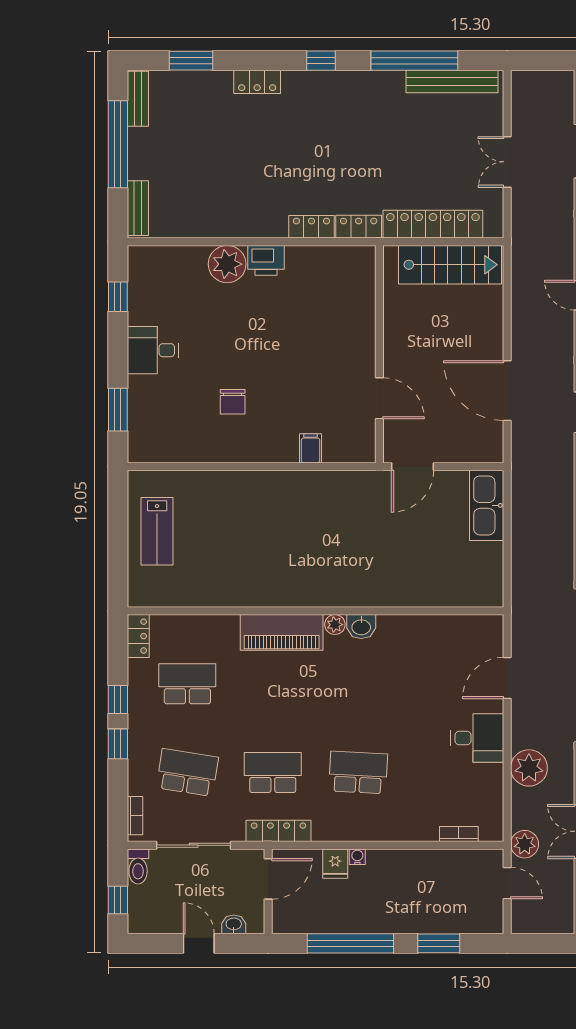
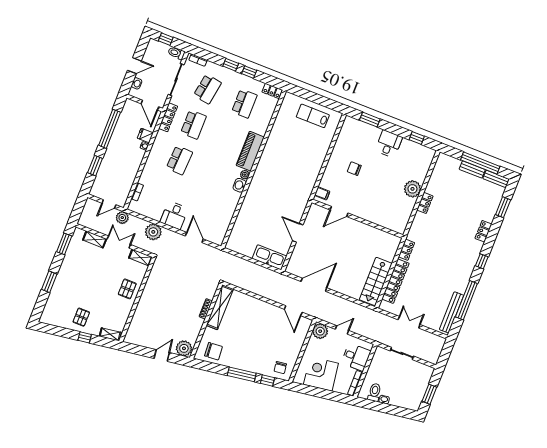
bench: (138, 208) -> (472, 169), moved
locker: (311, 227) -> (425, 203), moved
printer: (266, 260) -> (408, 206), removed
wall: (379, 354) -> (357, 219), moved
door: (379, 398) -> (339, 212), moved

